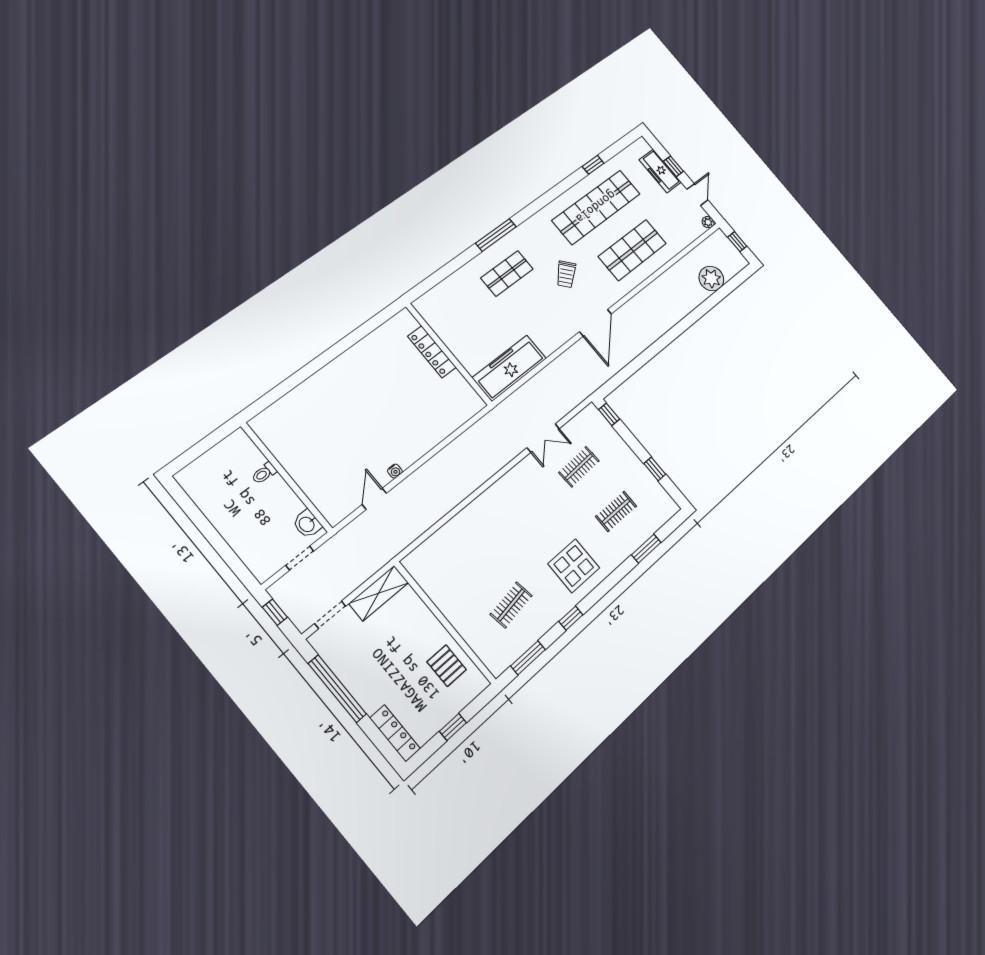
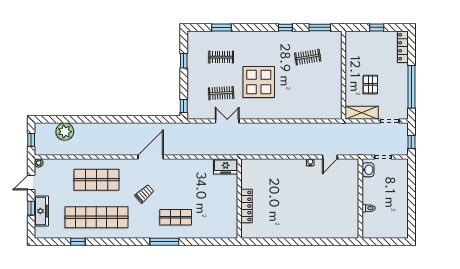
freezer: (509, 368) -> (226, 166), width x0.52, depth x0.79
display table: (574, 566) -> (259, 82), moved, width x1.36, depth x1.36
pallet: (447, 666) -> (370, 84), moved

